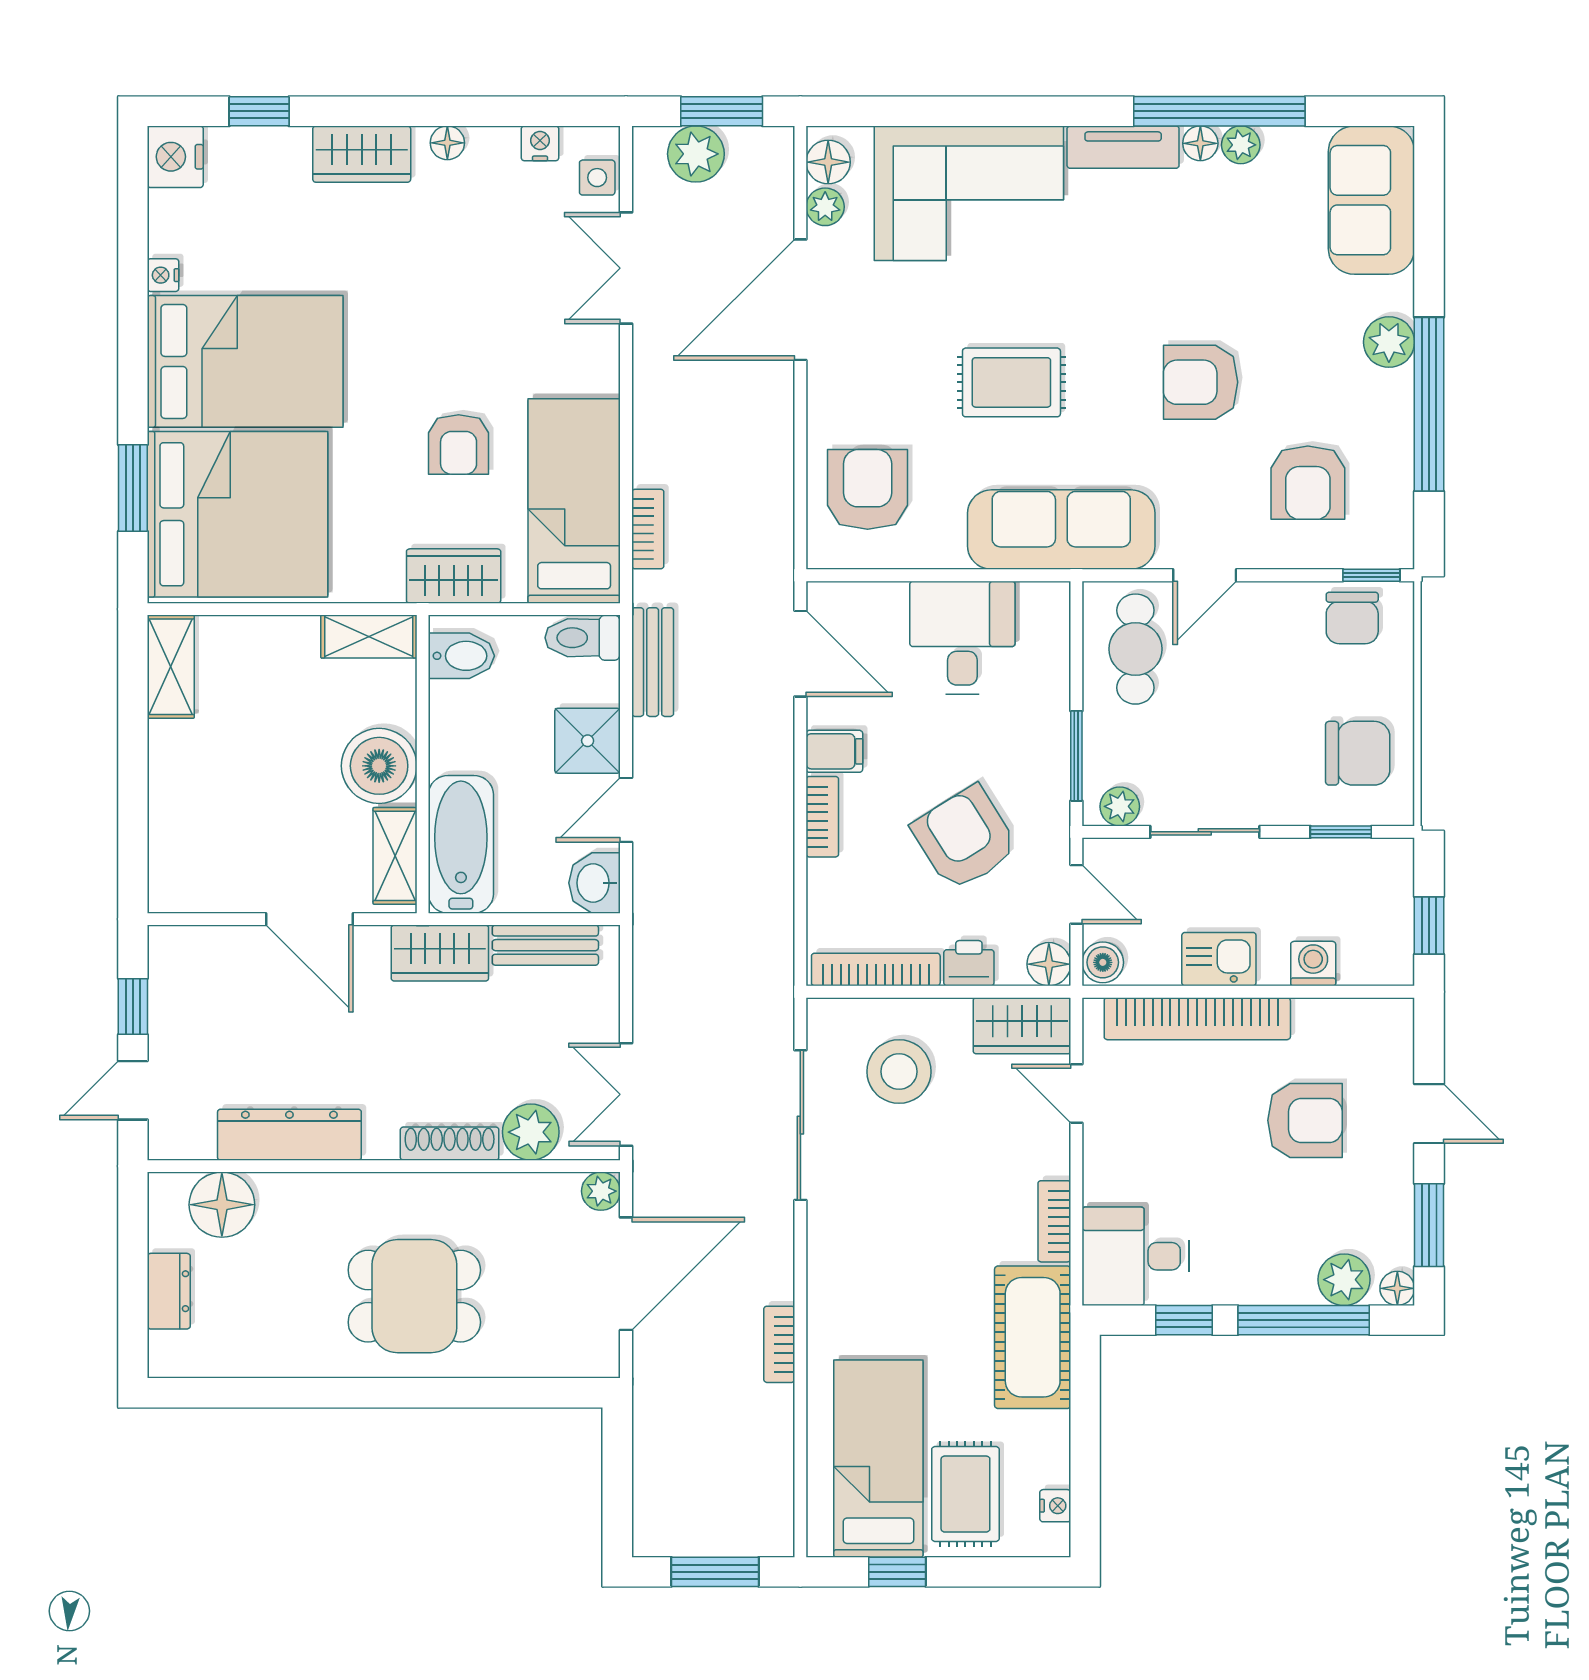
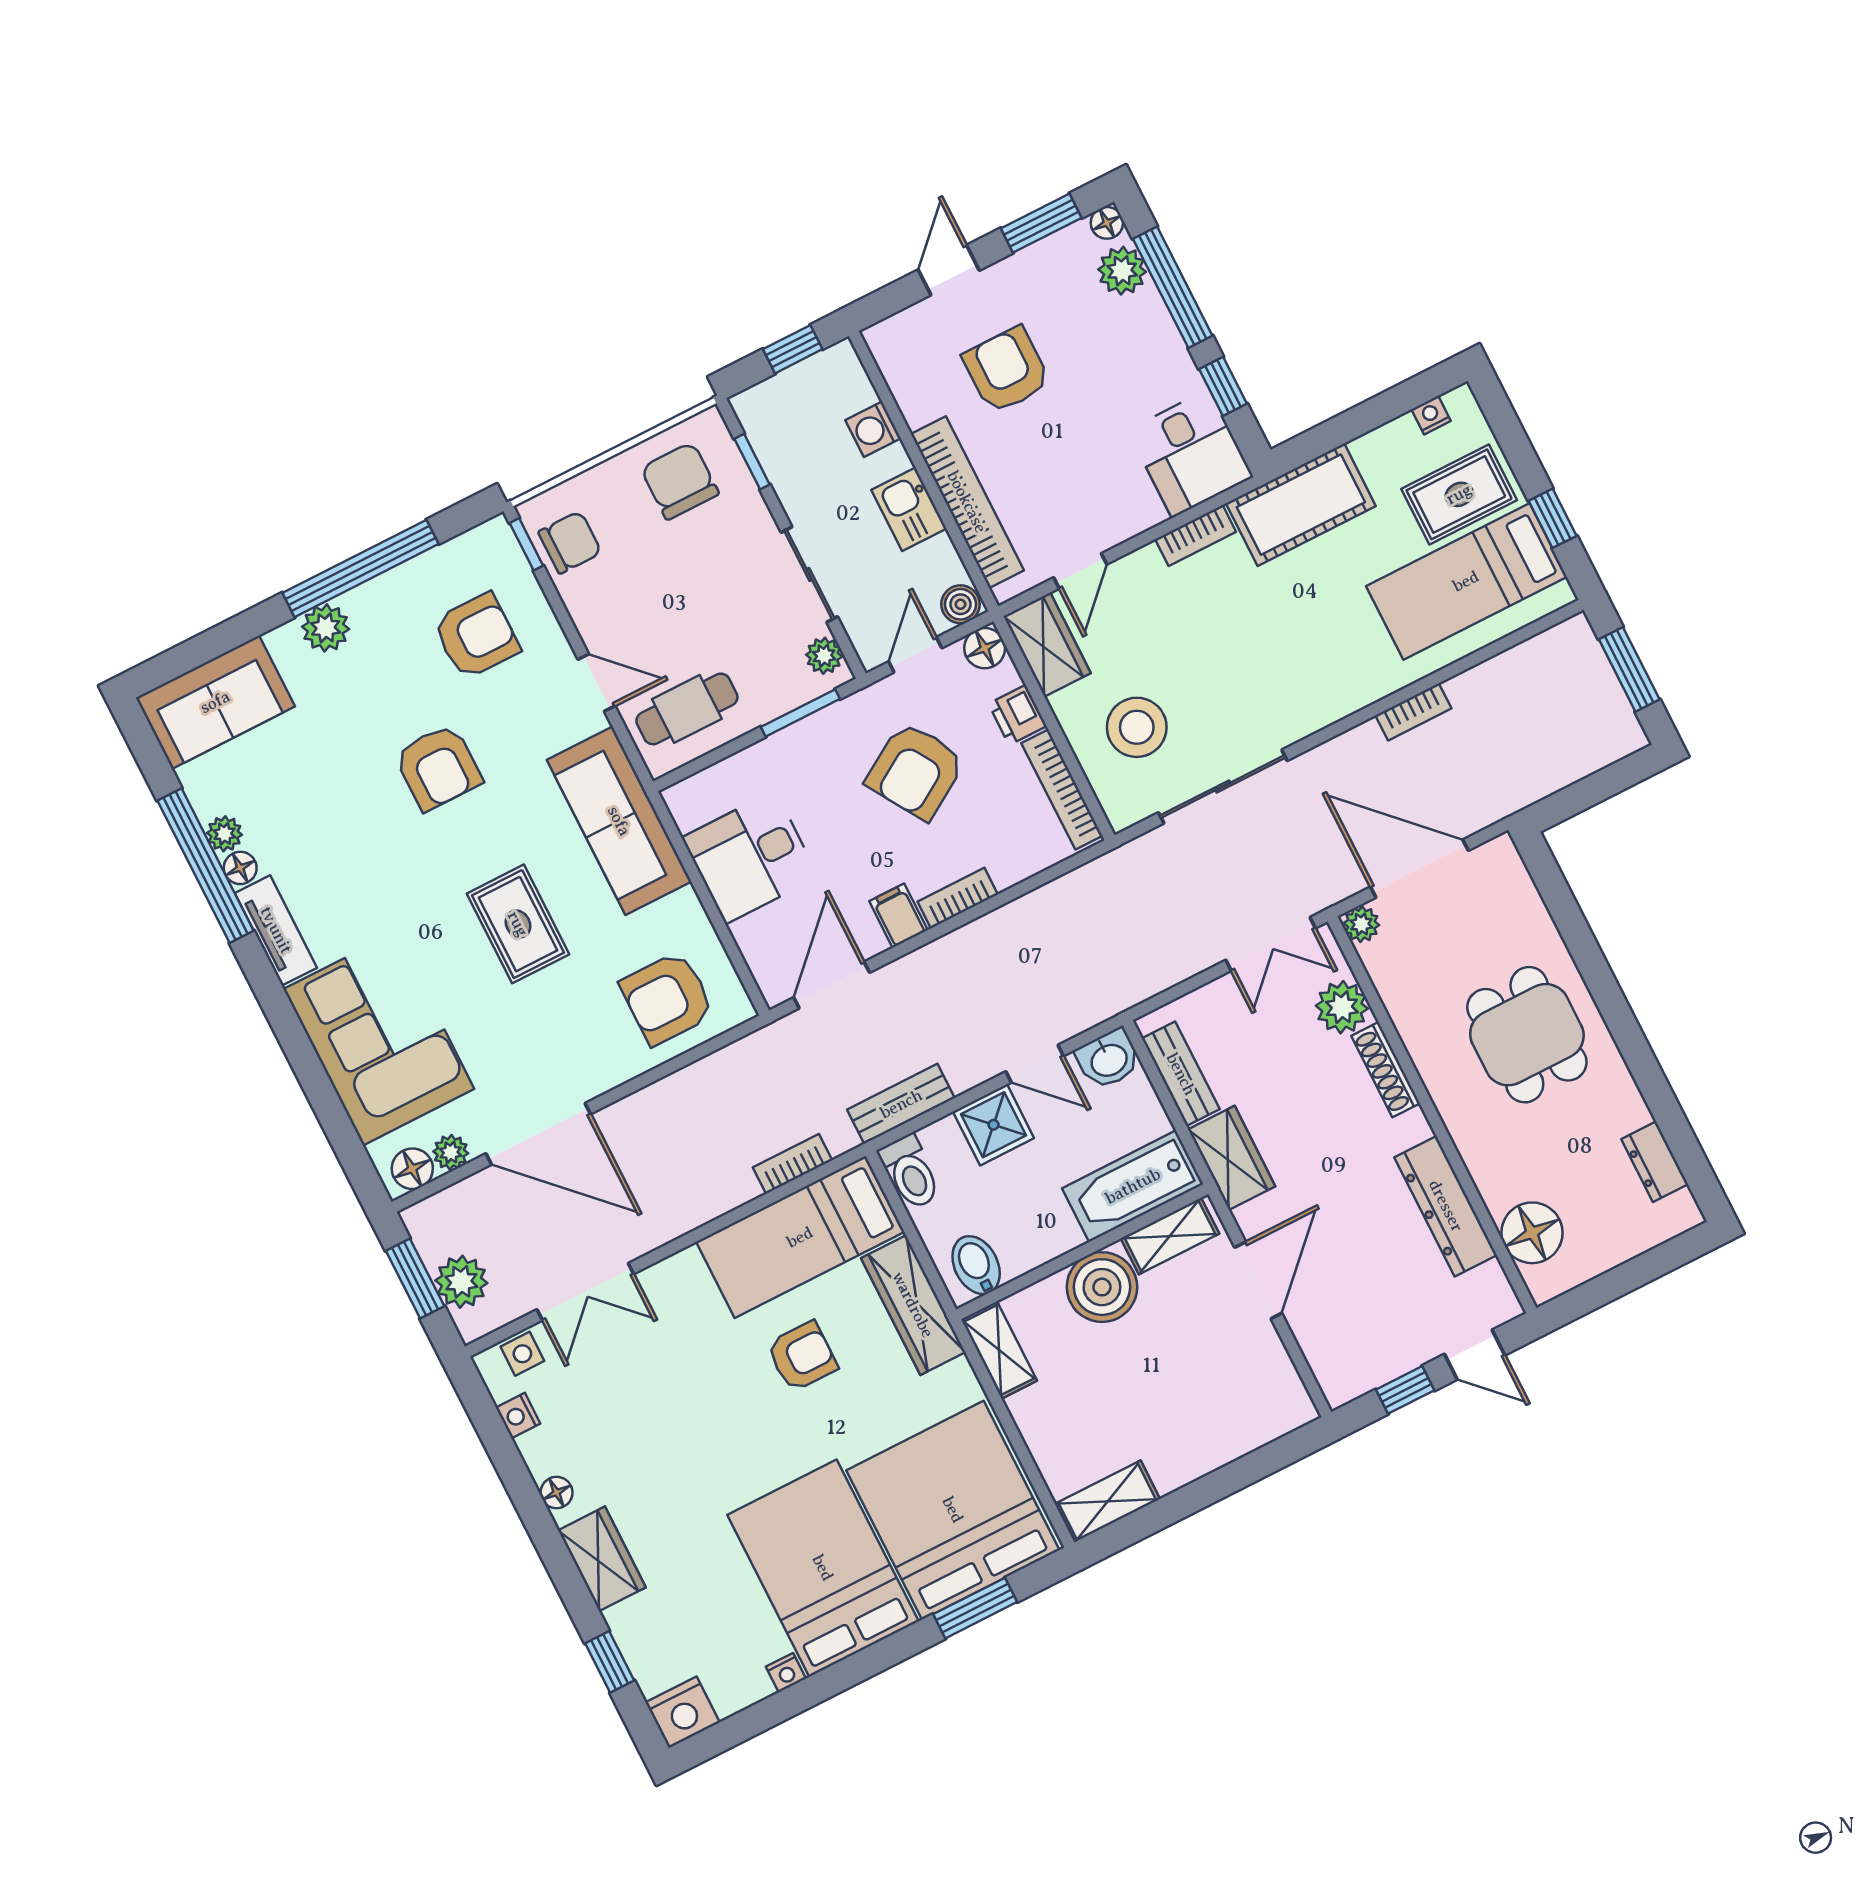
wardrobe: (454, 576) -> (913, 1305), width x1.50
dresser: (169, 1291) -> (1655, 1162), moved, turned -90

